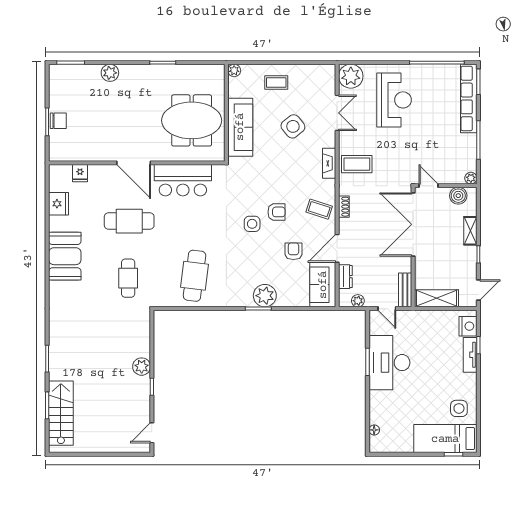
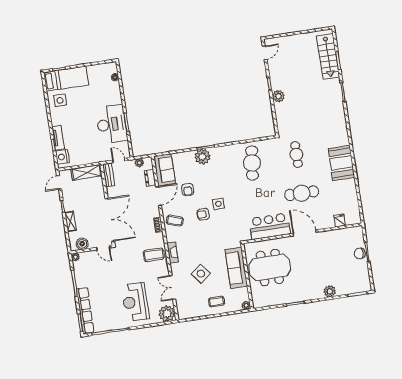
fridge: (59, 204) -> (351, 198), removed

